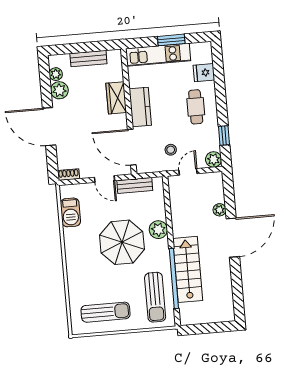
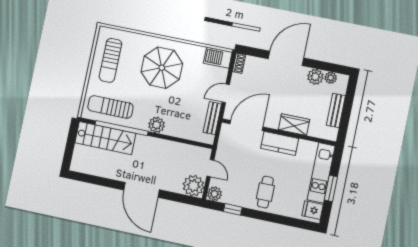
fridge: (204, 73) -> (313, 210), moved, turned -90
cafe table: (196, 107) -> (265, 192), turned 90
stool: (171, 150) -> (234, 159), removed
plant: (219, 210) -> (194, 186), moved, width x1.88, depth x1.88
barbecue: (70, 212) -> (218, 58), moved
plant: (158, 230) -> (157, 125), moved
parasol: (122, 242) -> (162, 68), moved
stairs: (188, 269) -> (105, 138), moved

